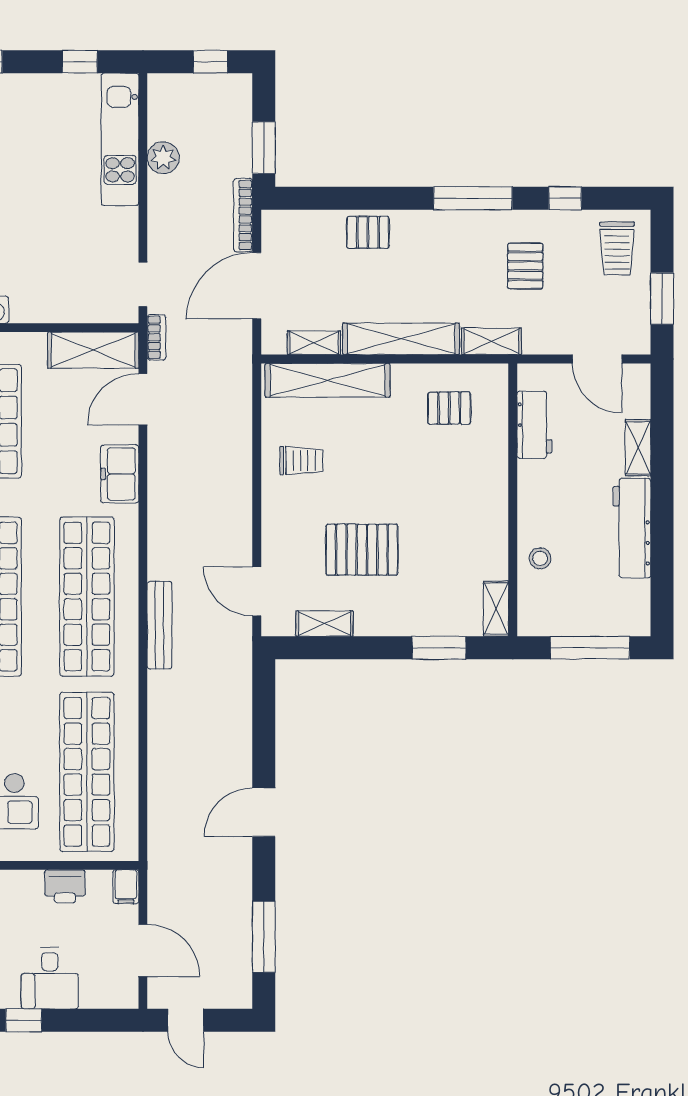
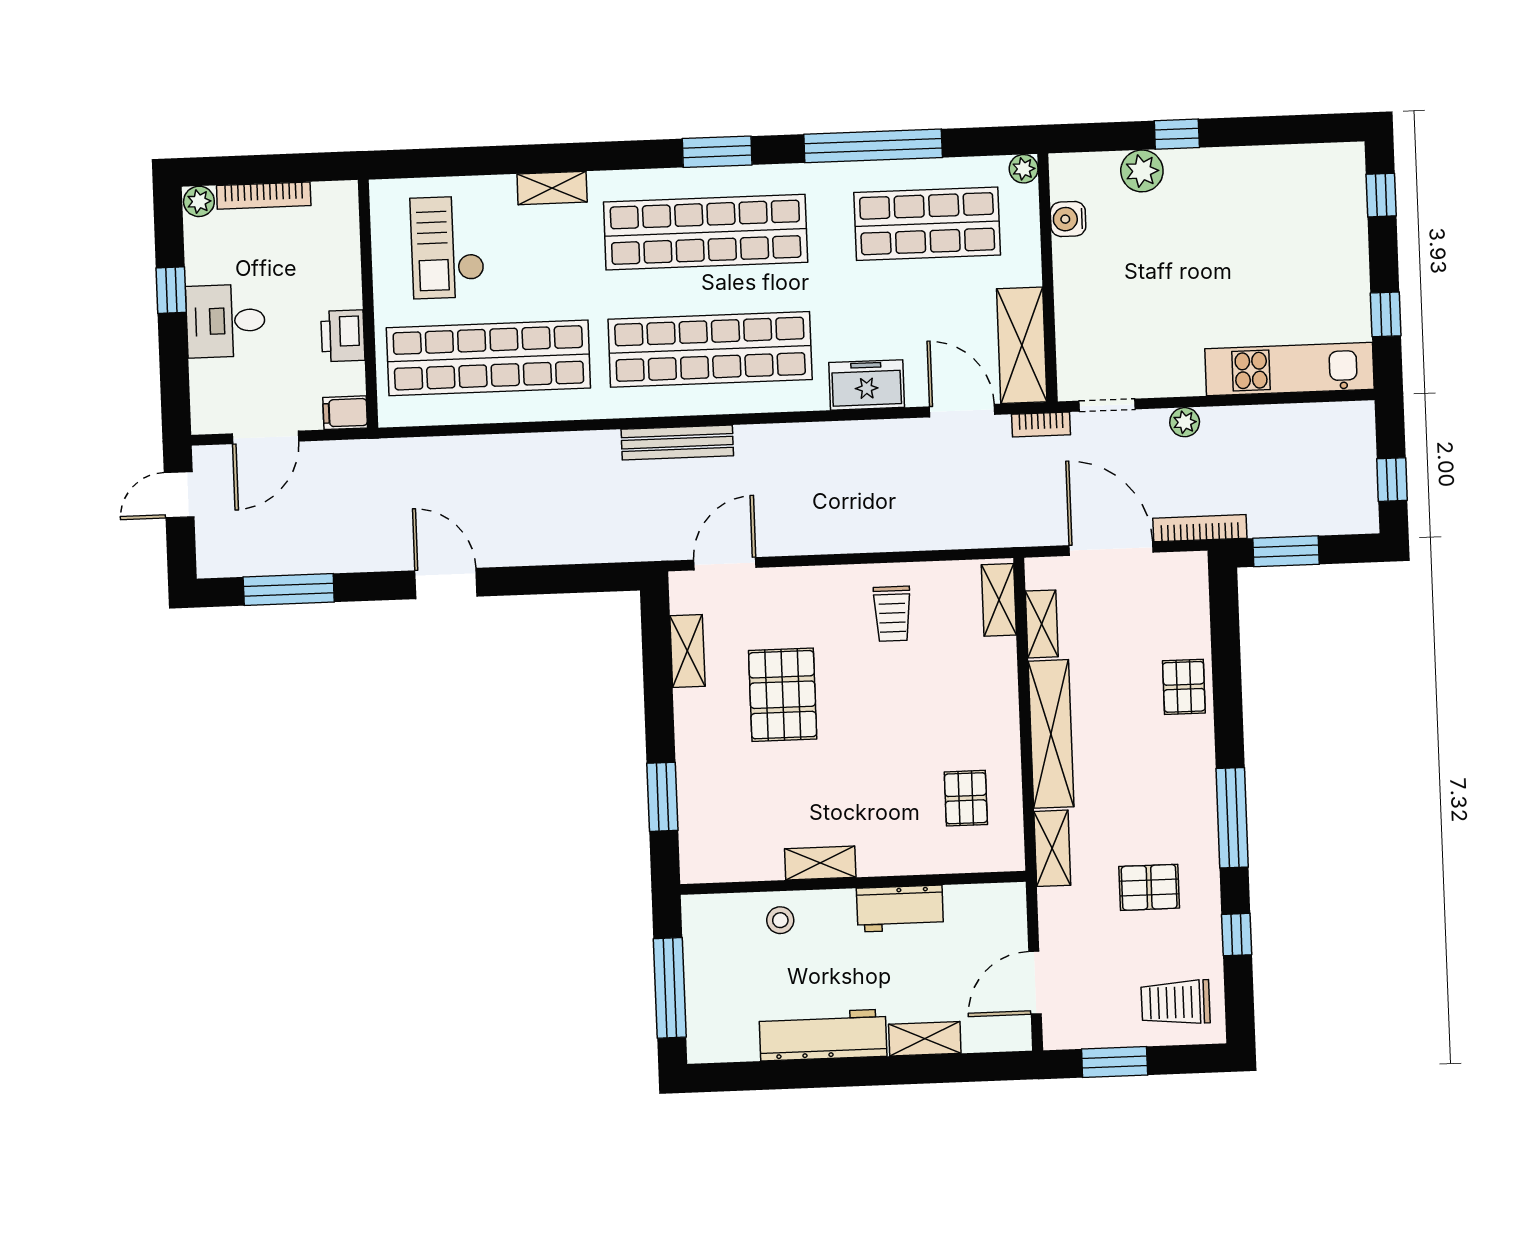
plant: (163, 158) -> (1185, 422), moved, width x0.73, depth x0.73
shelving: (328, 380) -> (999, 600), width x0.45, depth x0.75
workbench: (534, 425) -> (900, 909), moved
shelving: (496, 609) -> (820, 863), moved

